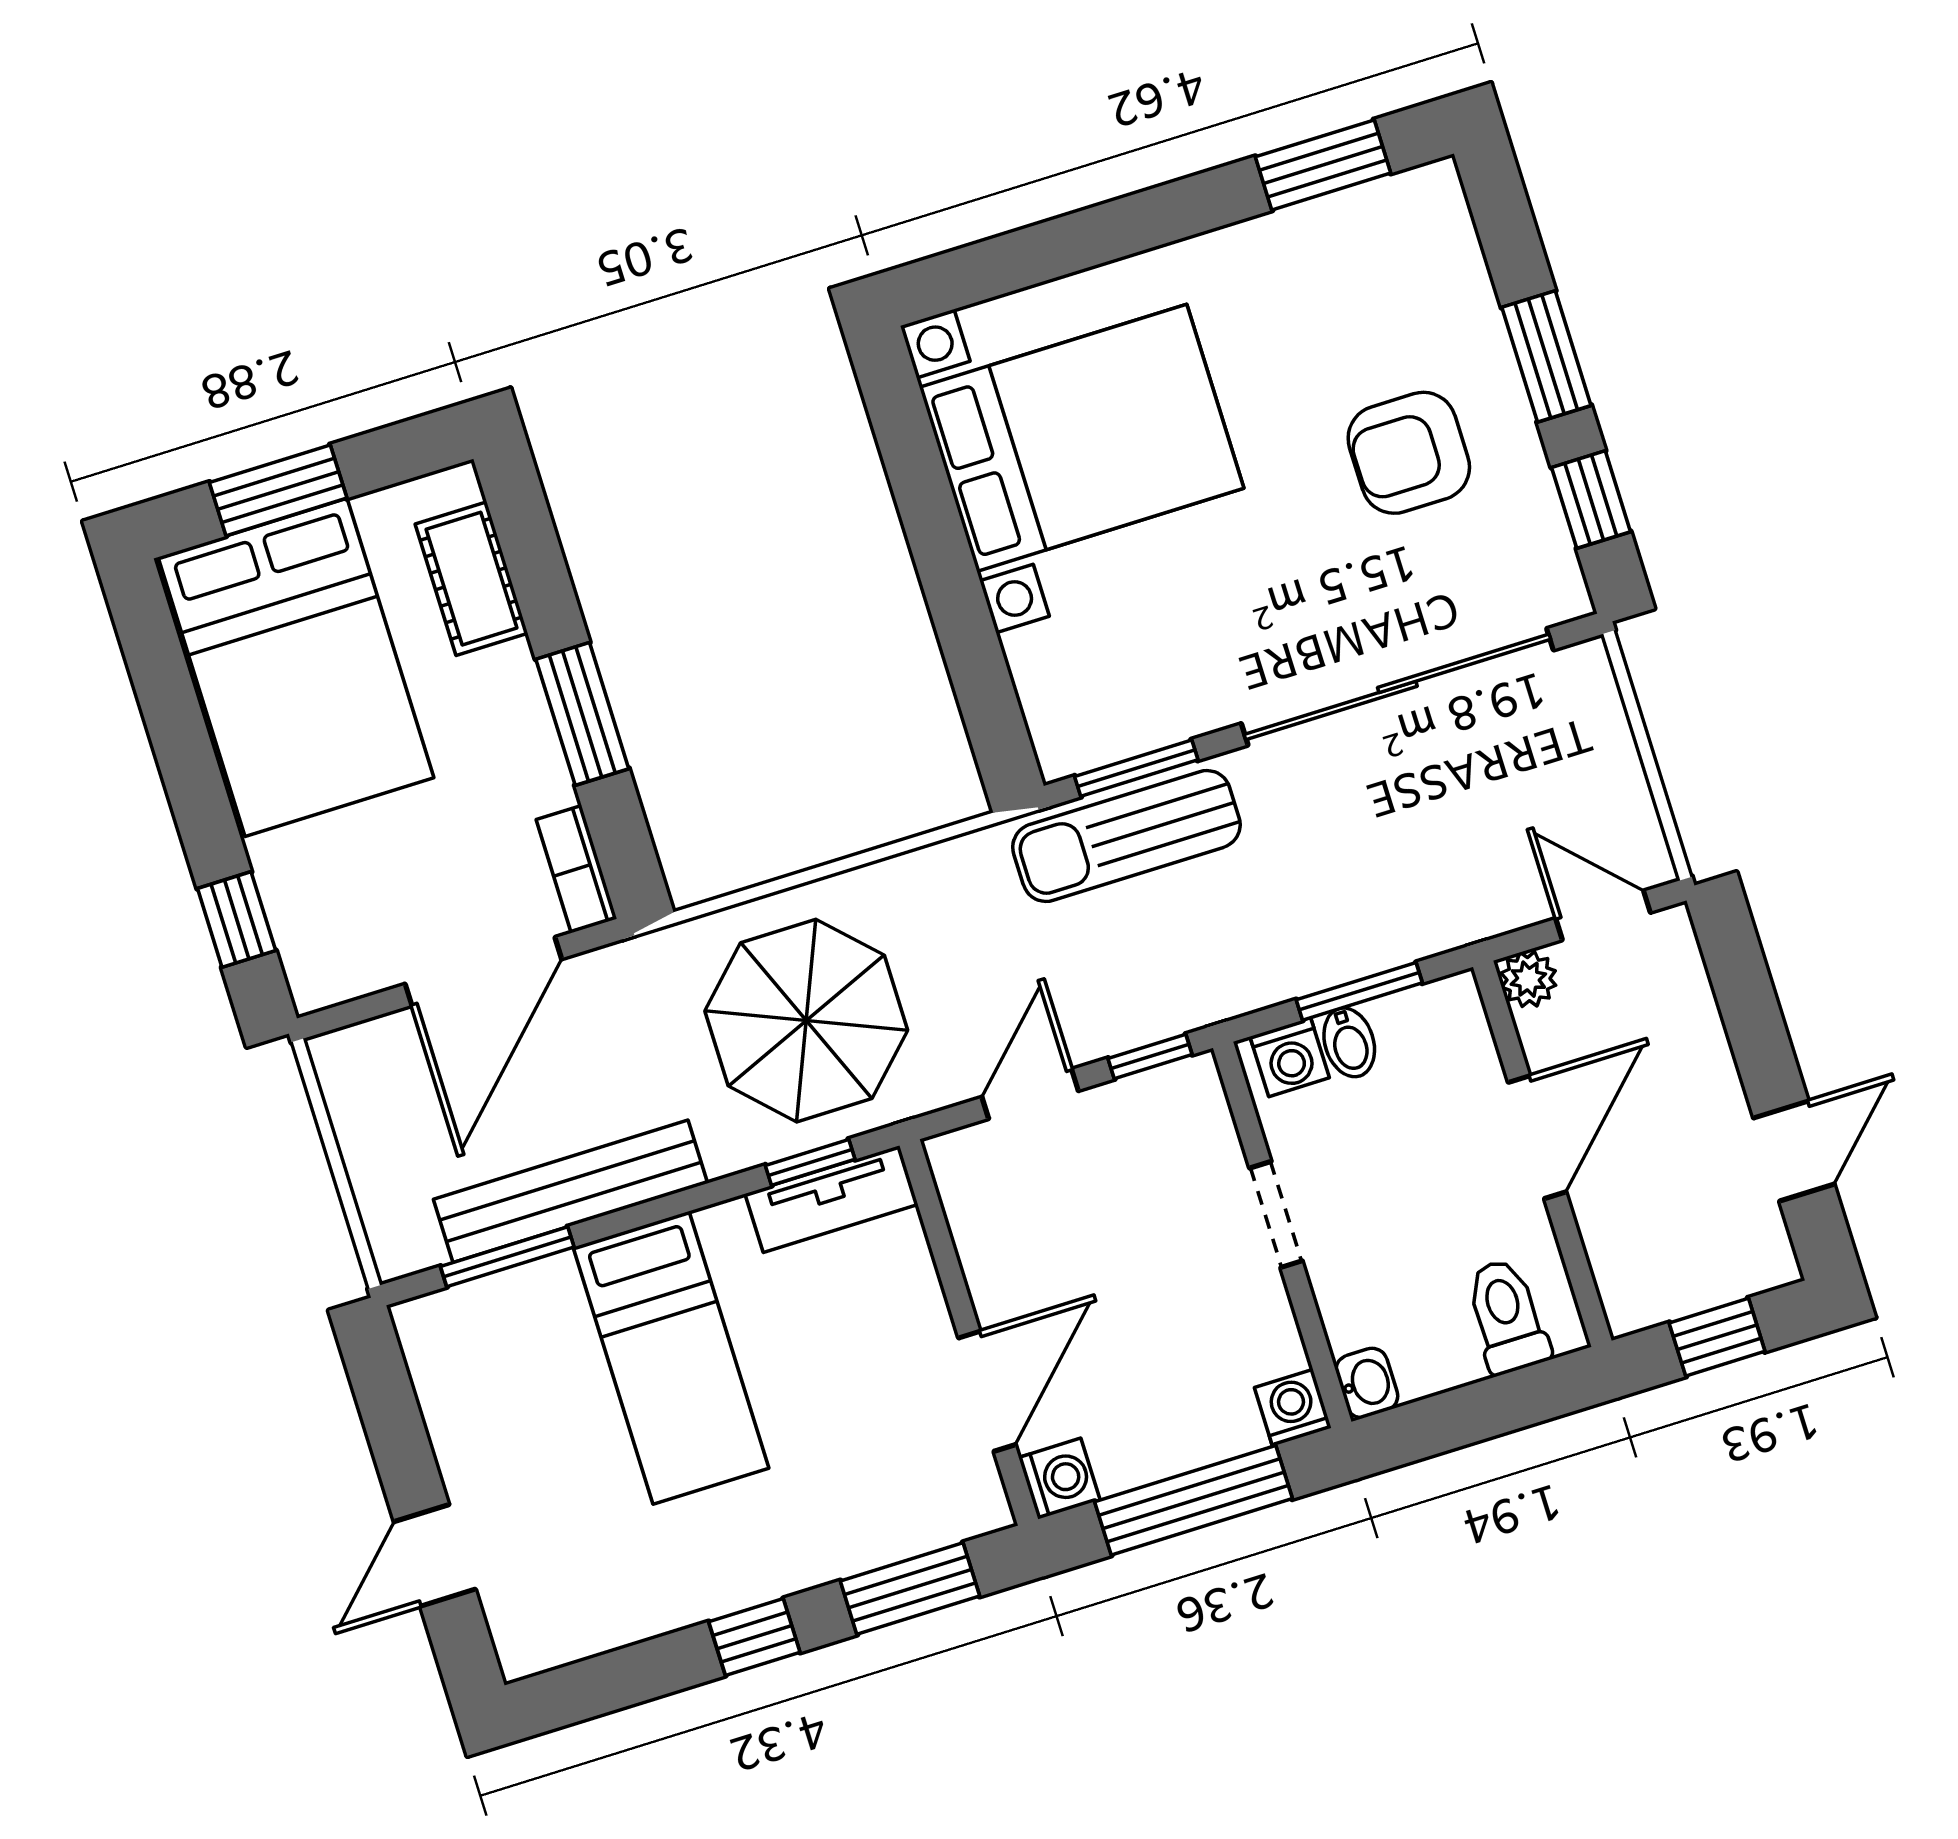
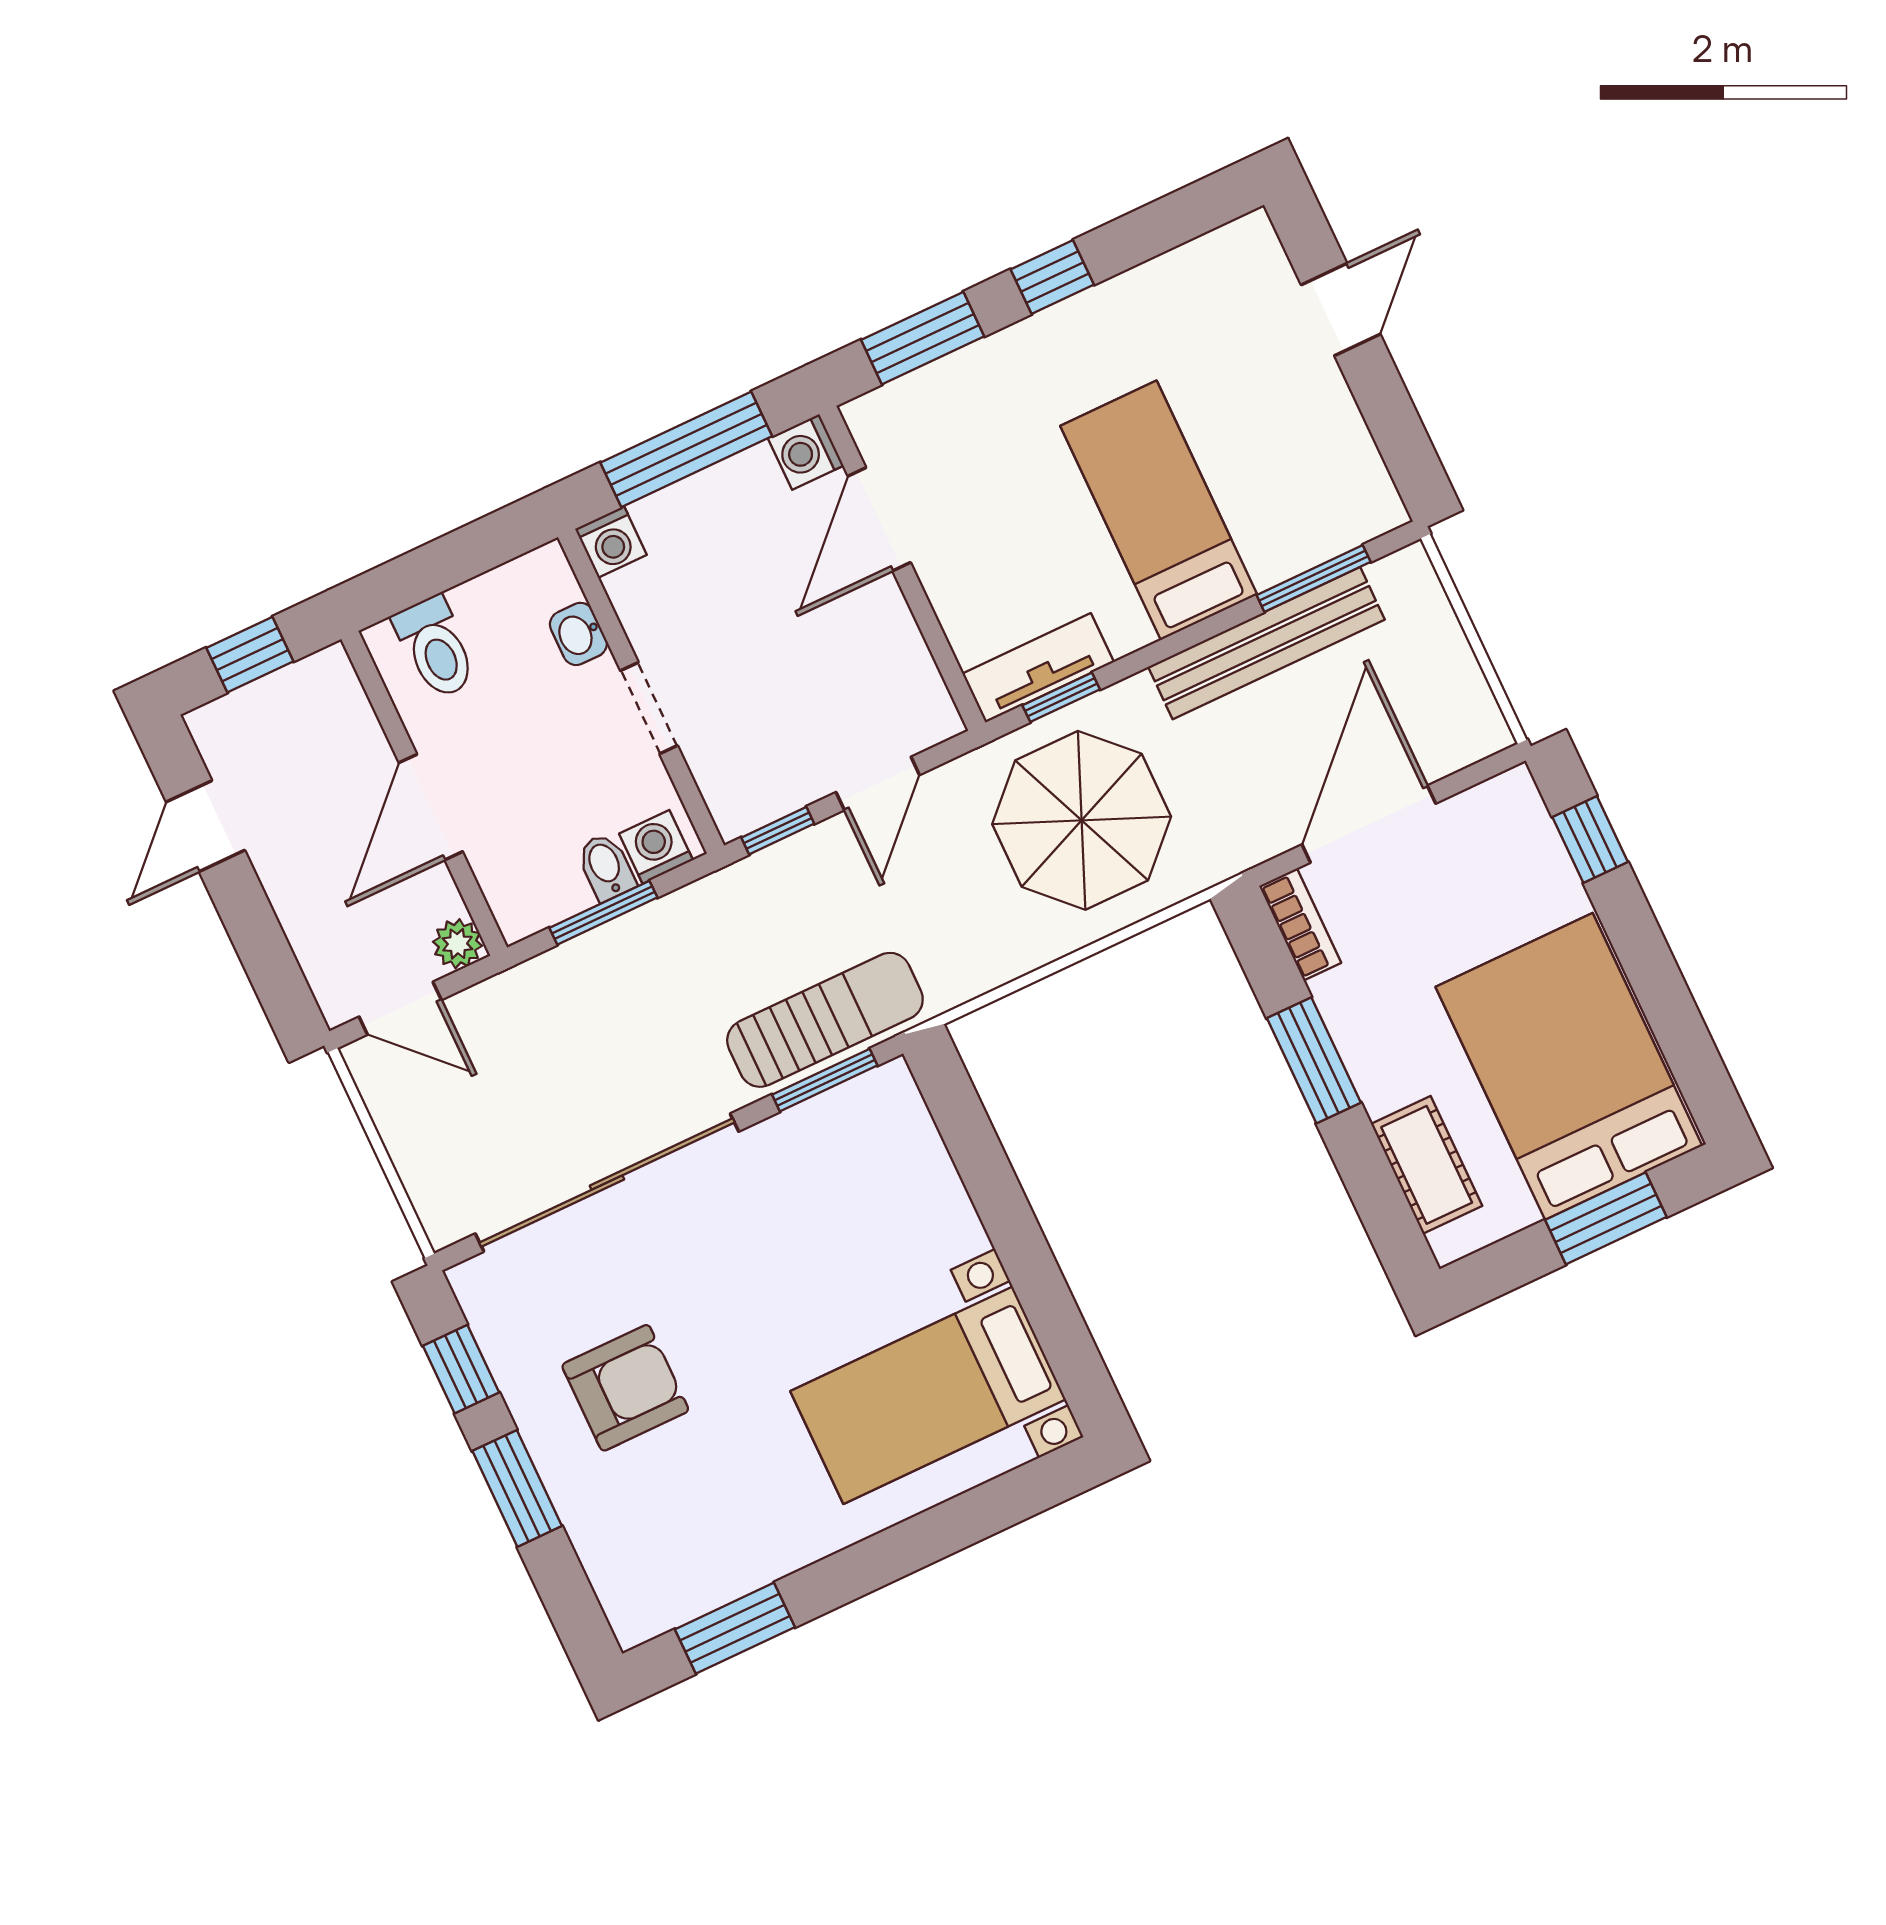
bed with nightstands: (1082, 438) -> (928, 1395), width x0.73
washbasin: (1367, 1383) -> (578, 634), moved

